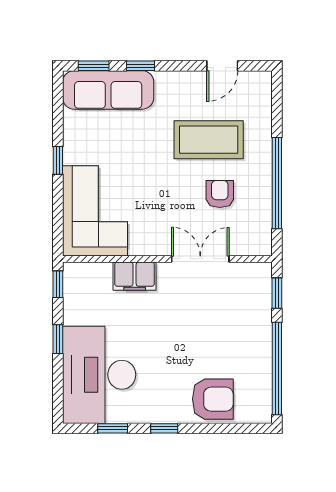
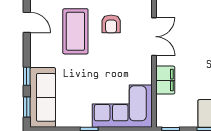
armchair: (220, 194) -> (111, 24), turned -90
double door: (200, 259) -> (154, 37), swing flipped

